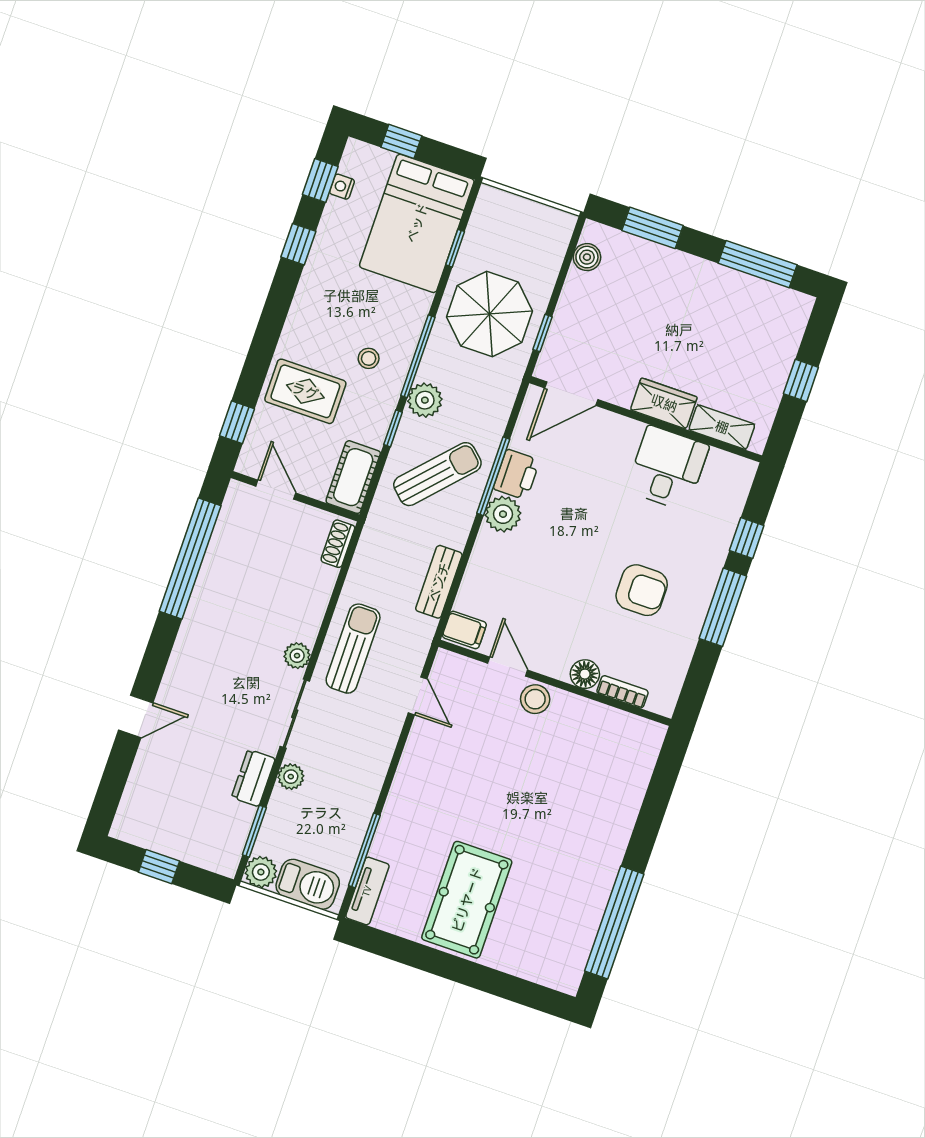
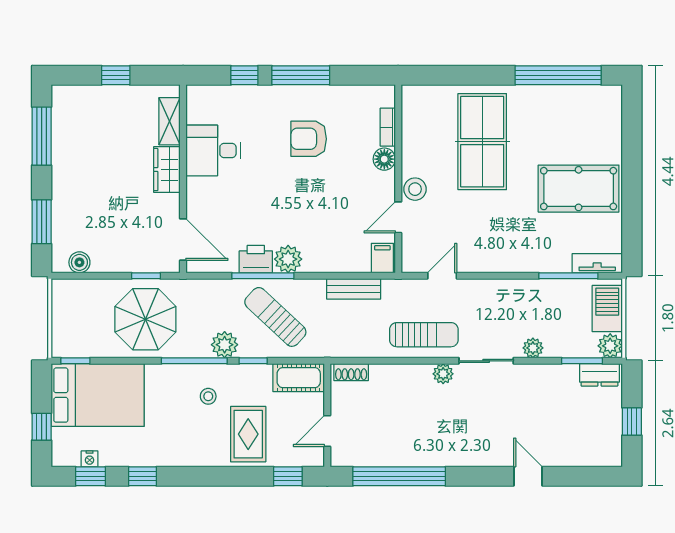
window: (455, 248) -> (75, 361), moved
armchair: (642, 590) -> (309, 139), turned -90
sun lounger: (353, 649) -> (424, 335), turned 180
dresser: (253, 778) -> (599, 375), moved
table tennis table: (565, 801) -> (482, 142), added

